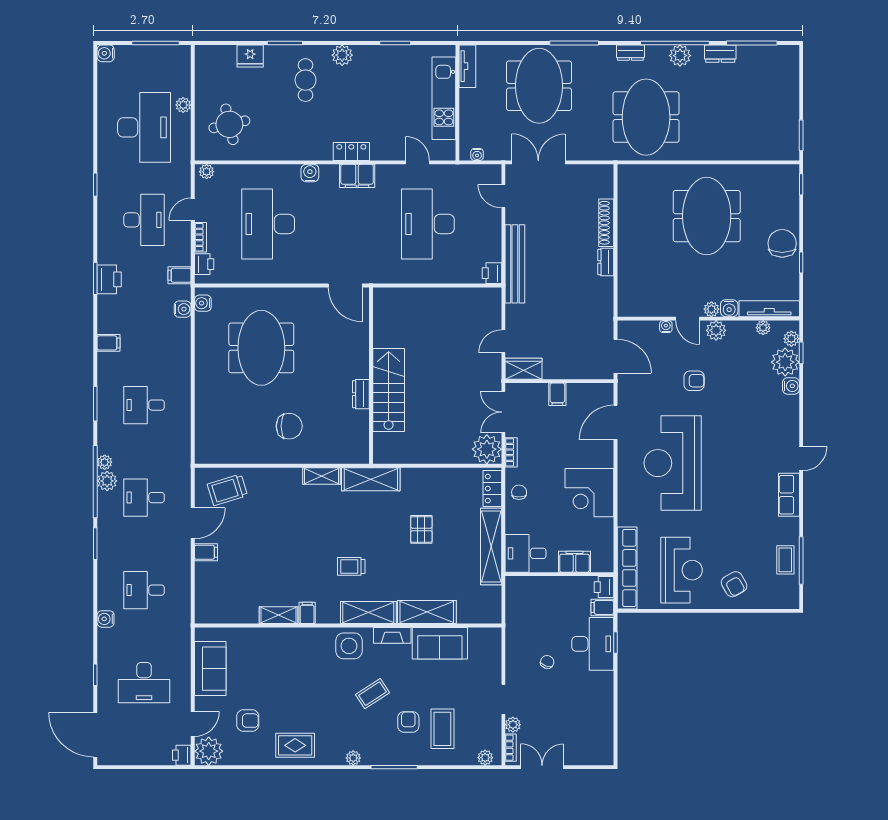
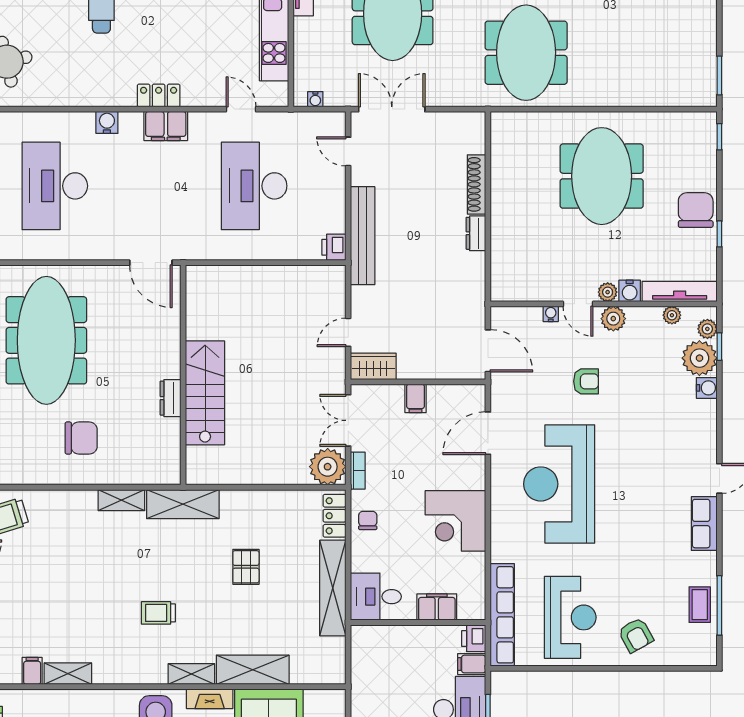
meeting table: (261, 348) -> (46, 340), width x1.36
filing cabinet: (307, 613) -> (32, 671), moved
shelving: (368, 613) -> (191, 674), width x0.67, depth x0.75

